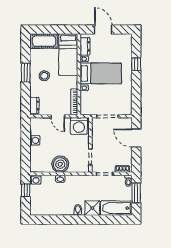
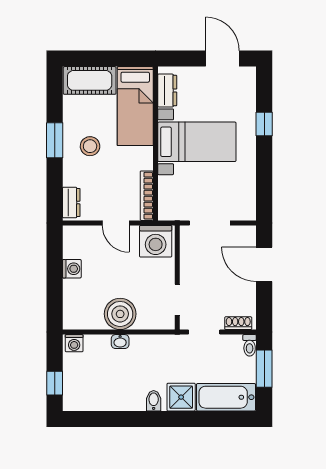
door: (103, 30) -> (222, 59), moved
window: (26, 190) -> (55, 383), moved

